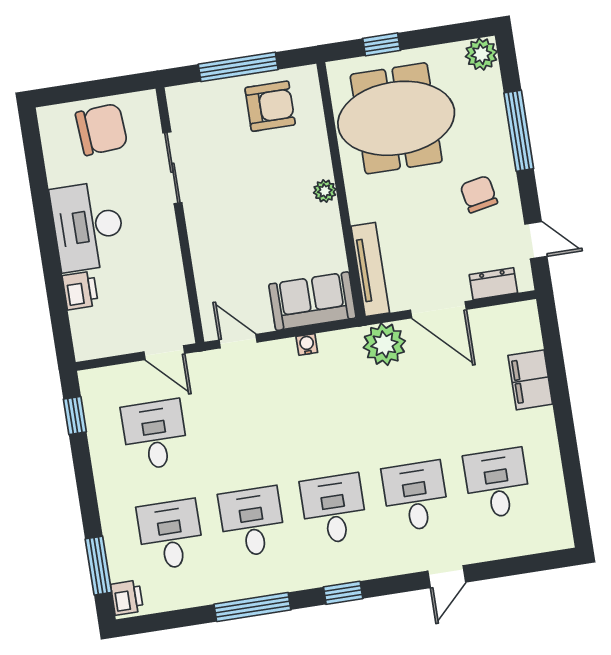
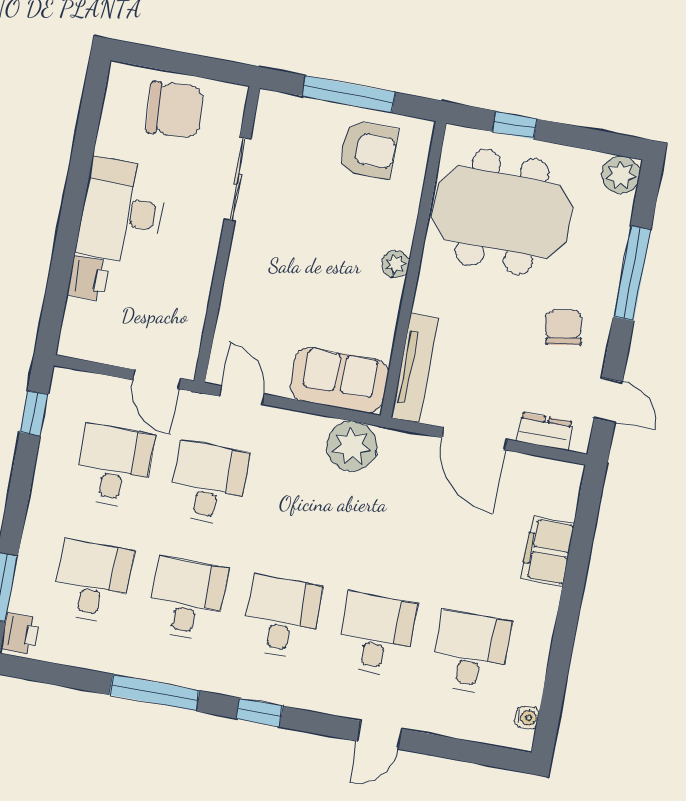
water cooler: (307, 344) -> (527, 717), moved, turned 90
plant: (384, 344) -> (352, 446), moved
desk: (236, 422) -> (209, 483), added

